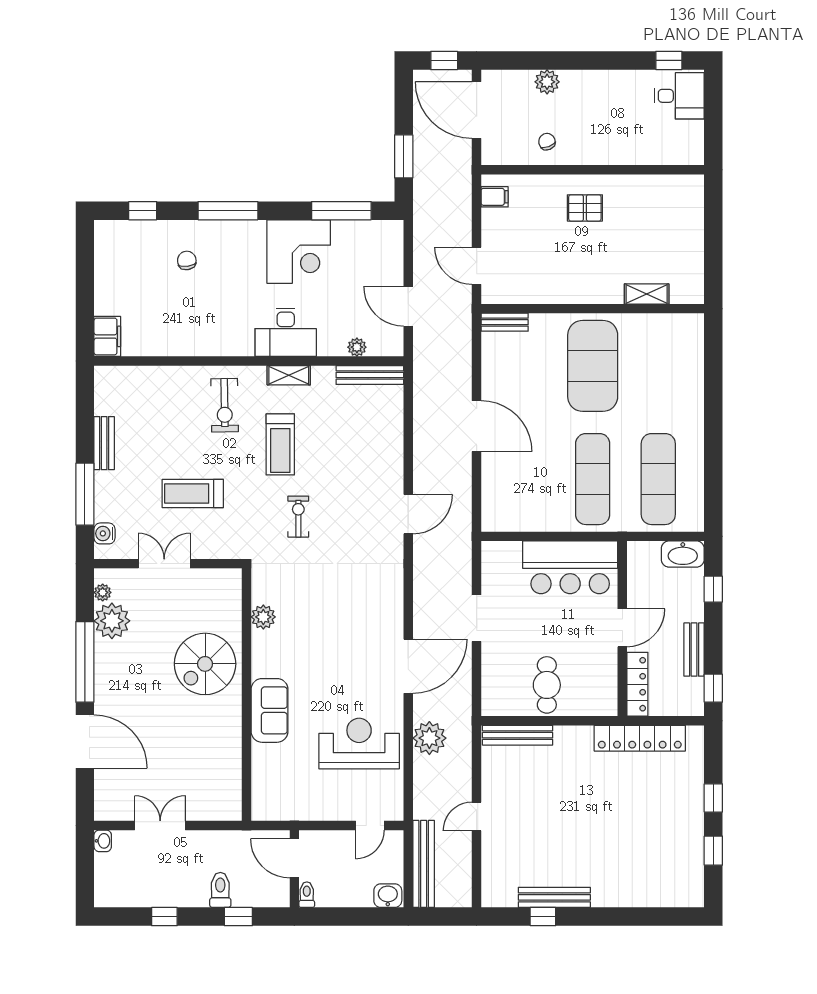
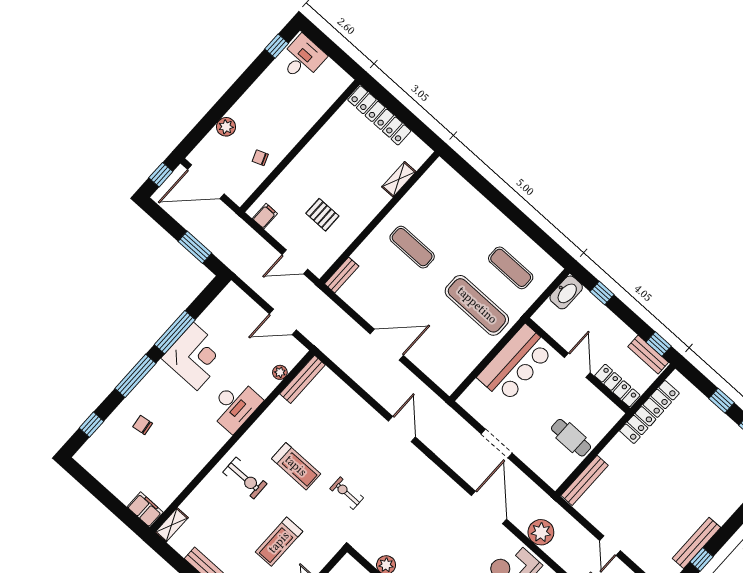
pallet: (585, 208) -> (322, 215), moved, turned 90
window: (341, 211) -> (175, 332), moved
locker: (691, 220) -> (379, 115), added
exercise mat: (593, 366) -> (412, 247), width x0.50, depth x0.69
shelving: (289, 375) -> (172, 525), moved
exercise mat: (658, 479) -> (511, 268), width x0.73, depth x0.69
bench: (694, 650) -> (648, 355), moved

